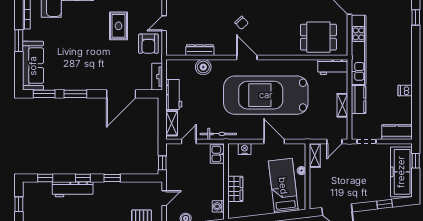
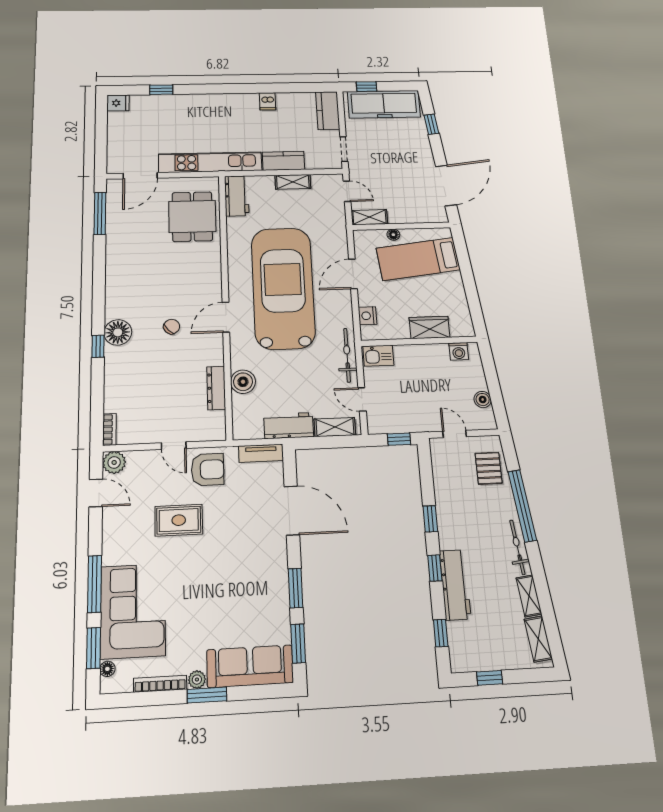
plant: (28, 35) -> (197, 680), added
car: (266, 95) -> (283, 288), turned 180

